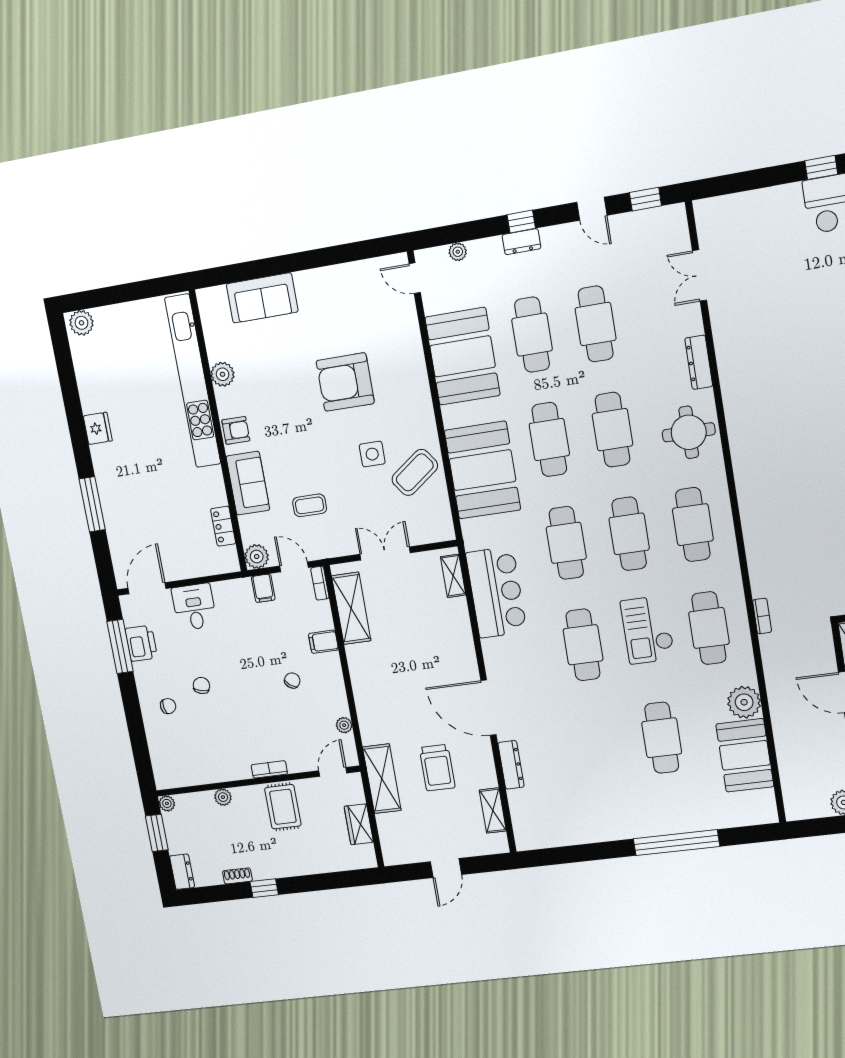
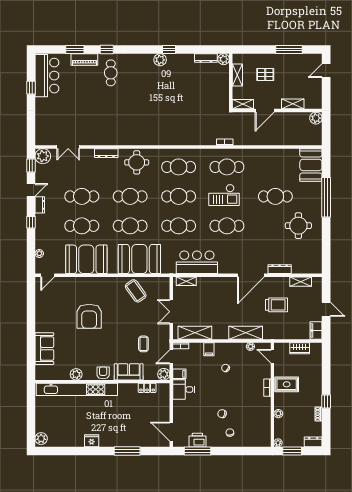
dresser: (521, 242) -> (40, 205), moved
side table: (372, 454) -> (124, 310), removed
desk: (194, 607) -> (184, 389), moved
plant: (744, 702) -> (43, 156), moved
booth: (745, 755) -> (311, 165), moved, turned 90
shelving: (382, 779) -> (246, 333), moved
round table: (608, 793) -> (298, 226), added
filing cabinet: (400, 853) -> (316, 331), added

